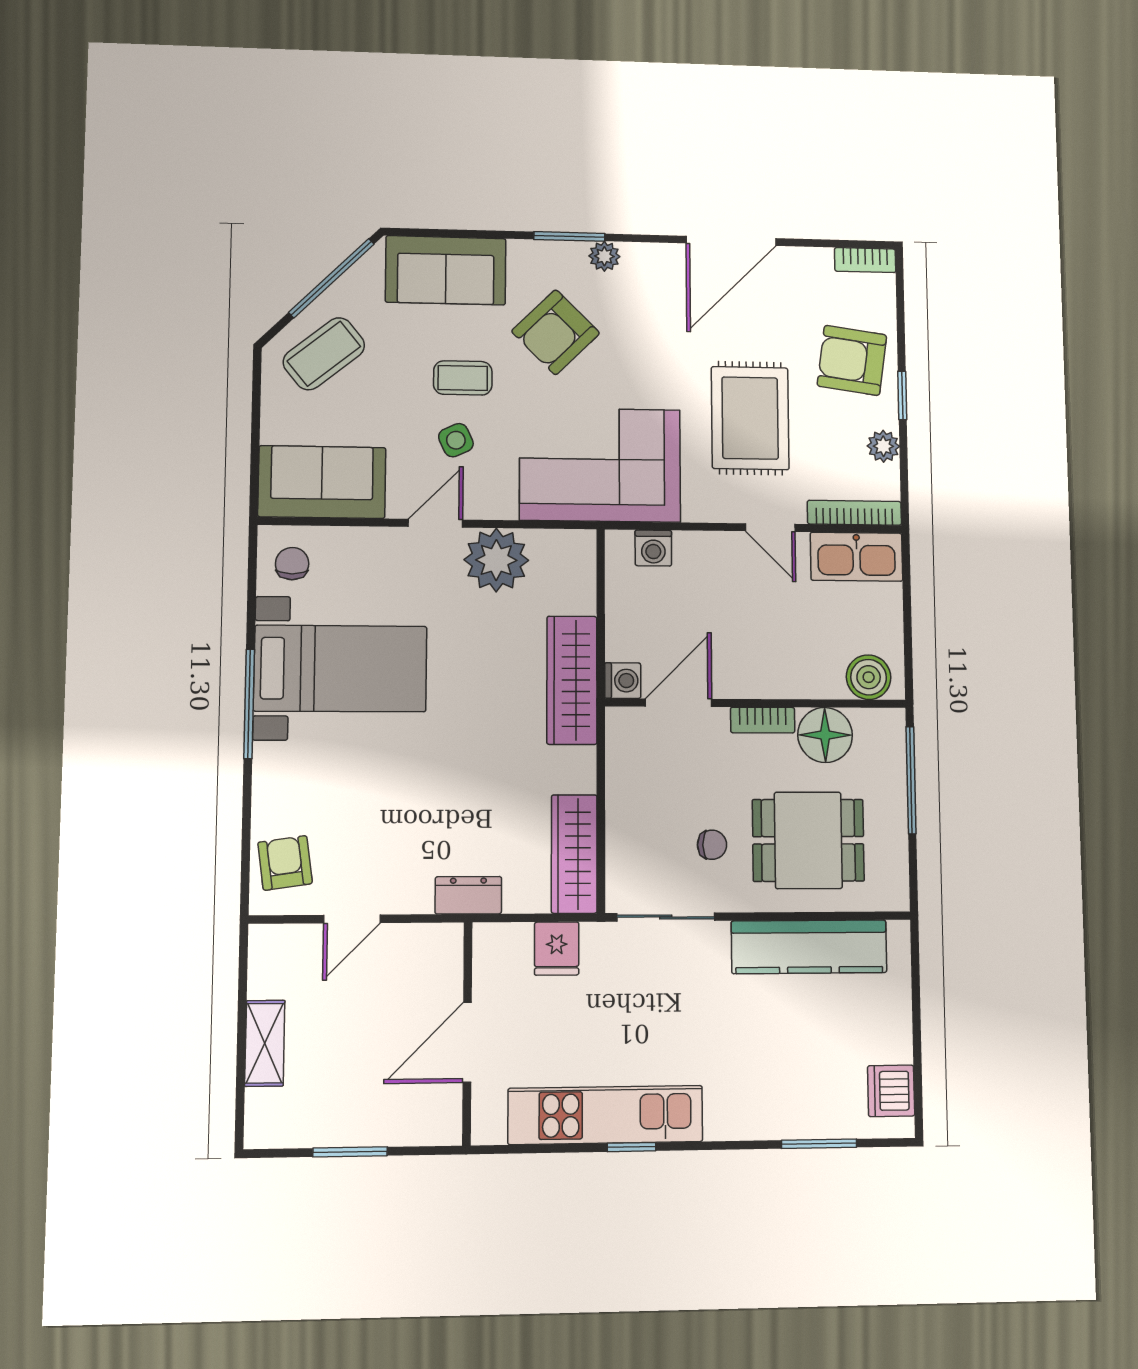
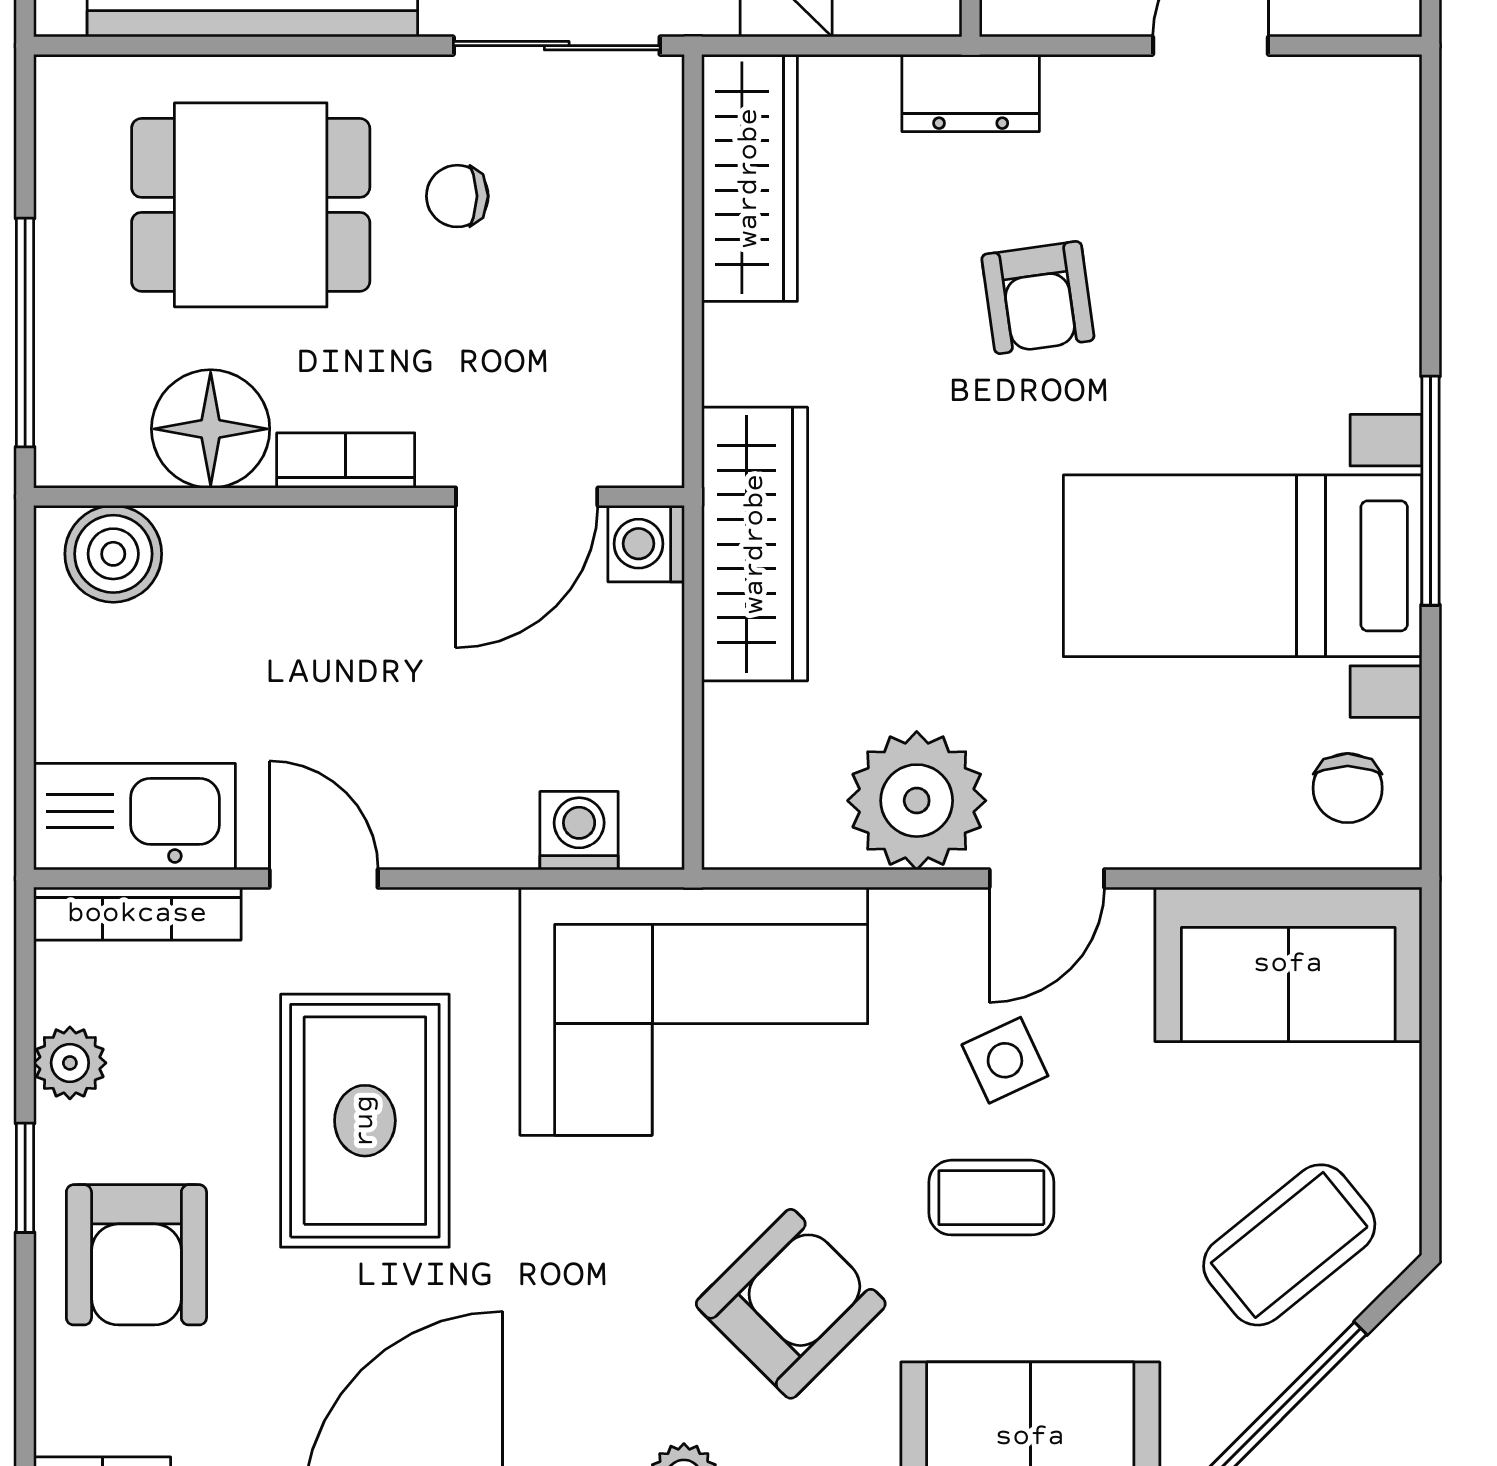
armchair: (852, 360) -> (136, 1255), turned 82
armchair: (285, 863) -> (1038, 298), moved

